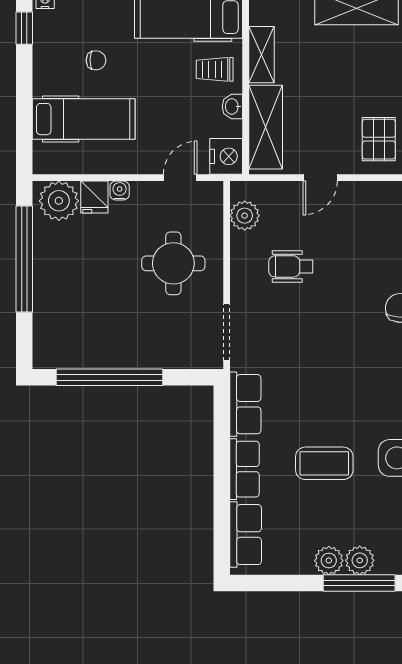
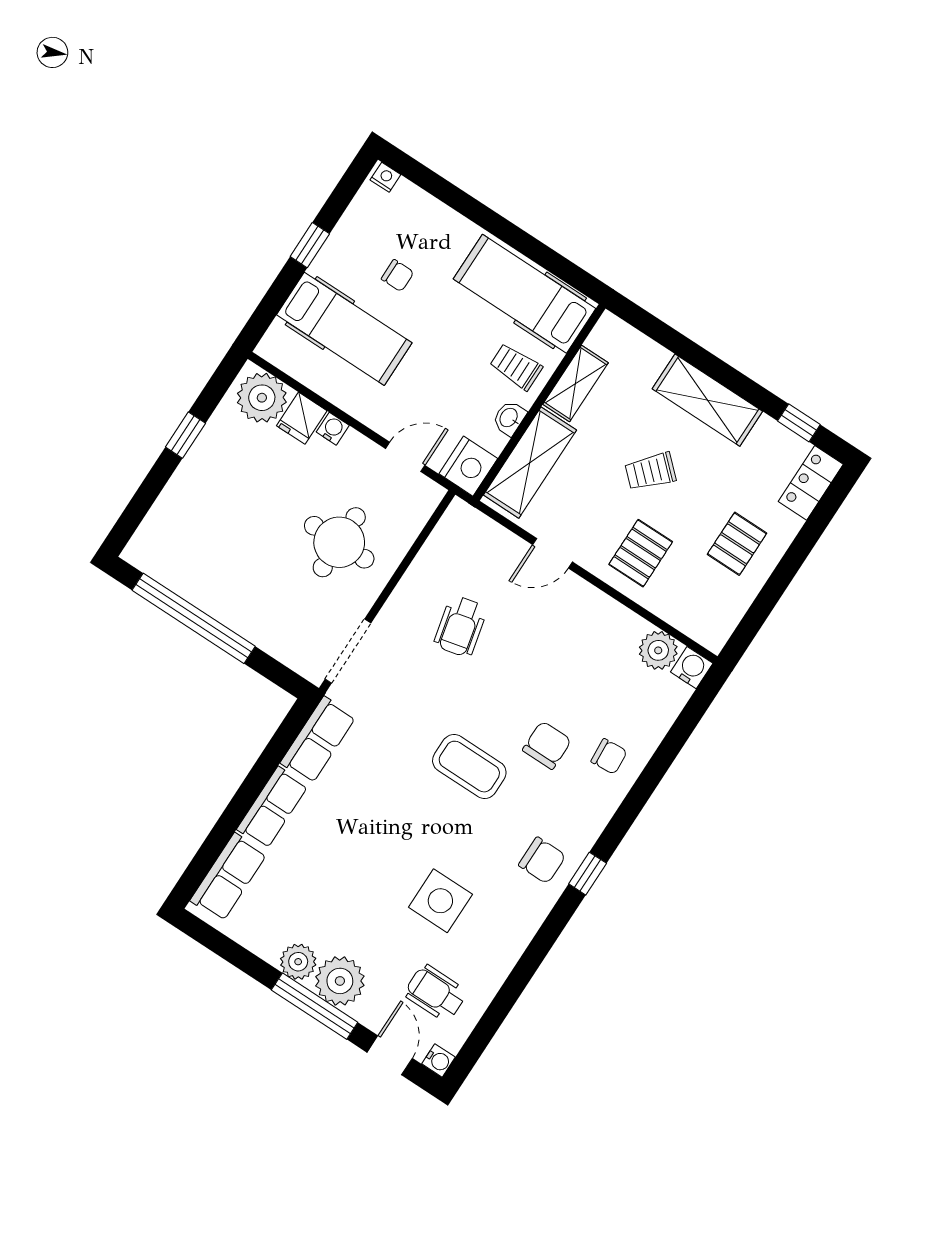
window: (24, 28) -> (310, 245), moved
trolley: (350, 81) -> (650, 471), added
plant: (245, 216) -> (447, 541), removed
window: (24, 259) -> (185, 435), width x0.32
wheelchair: (291, 266) -> (461, 626), turned -103
coffee table: (324, 463) -> (469, 767), moved
plant: (360, 560) -> (340, 981), width x1.36, depth x1.36

